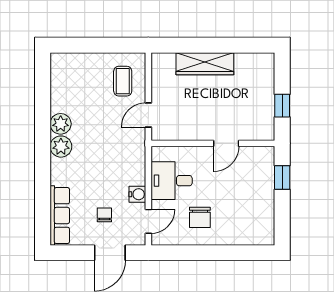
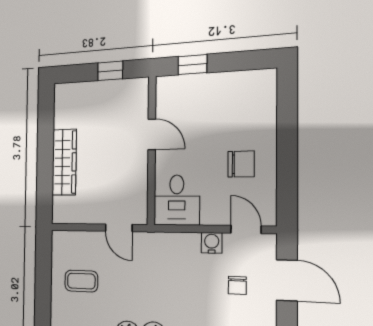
coffee table: (123, 81) -> (81, 281), moved
desk: (172, 181) -> (177, 200), moved
chair: (104, 215) -> (237, 285), turned -90

